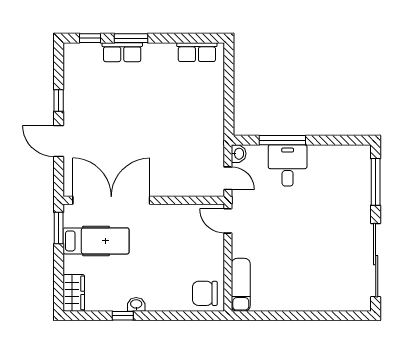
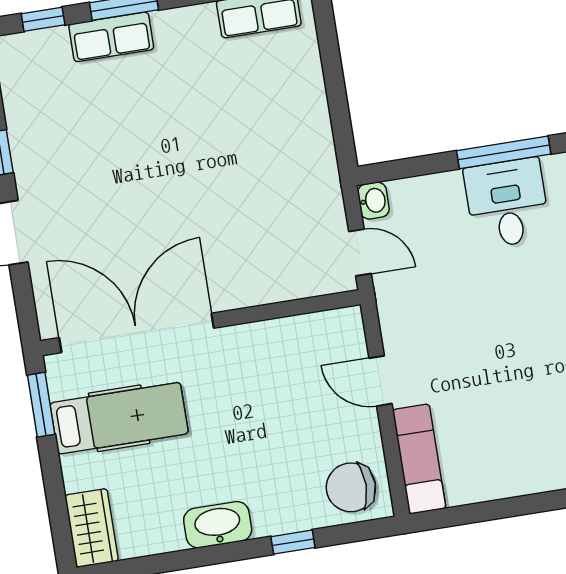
window: (282, 140) -> (504, 152), moved
desk: (288, 165) -> (507, 203), moved
door: (228, 221) -> (380, 381), moved
washbasin: (136, 304) -> (218, 525), width x1.91, depth x1.45
window: (123, 316) -> (293, 542), moved

